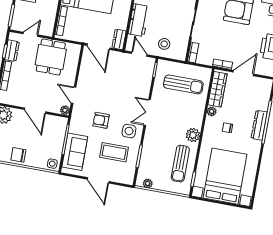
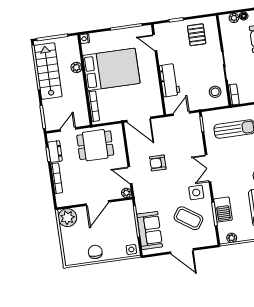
dresser: (119, 39) -> (157, 106), removed
stool: (164, 44) -> (215, 92), moved
door: (139, 54) -> (181, 113), hinge flipped
dining table: (51, 57) -> (95, 145), turned 90
door: (35, 111) -> (97, 203), hinge flipped
armchair: (101, 120) -> (158, 163), moved
coffee table: (114, 152) -> (188, 218), turned 34
chair: (18, 155) -> (95, 252), turned 90
barbecue: (148, 155) -> (223, 210), added

